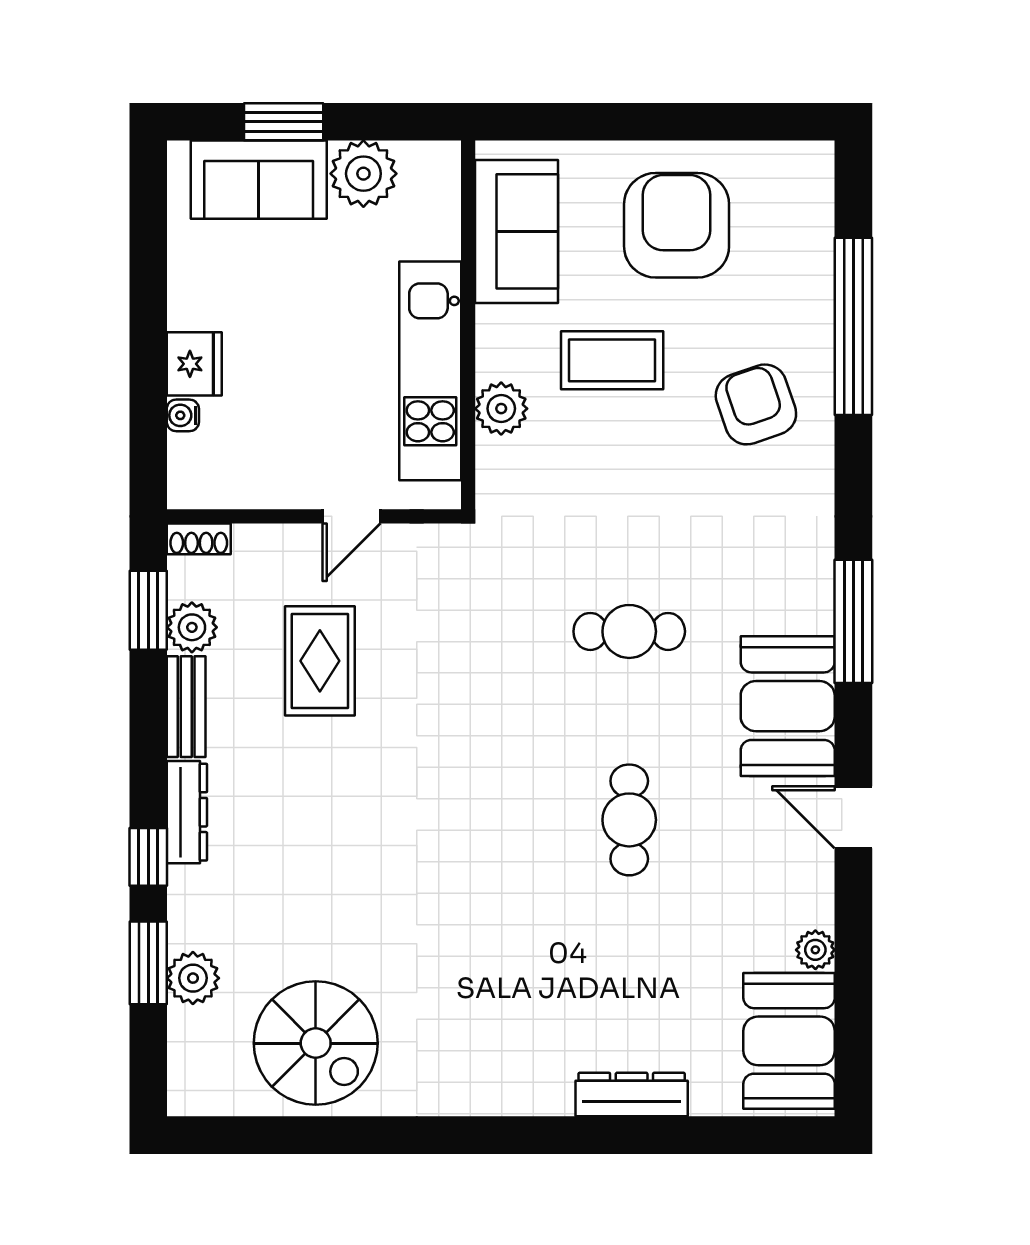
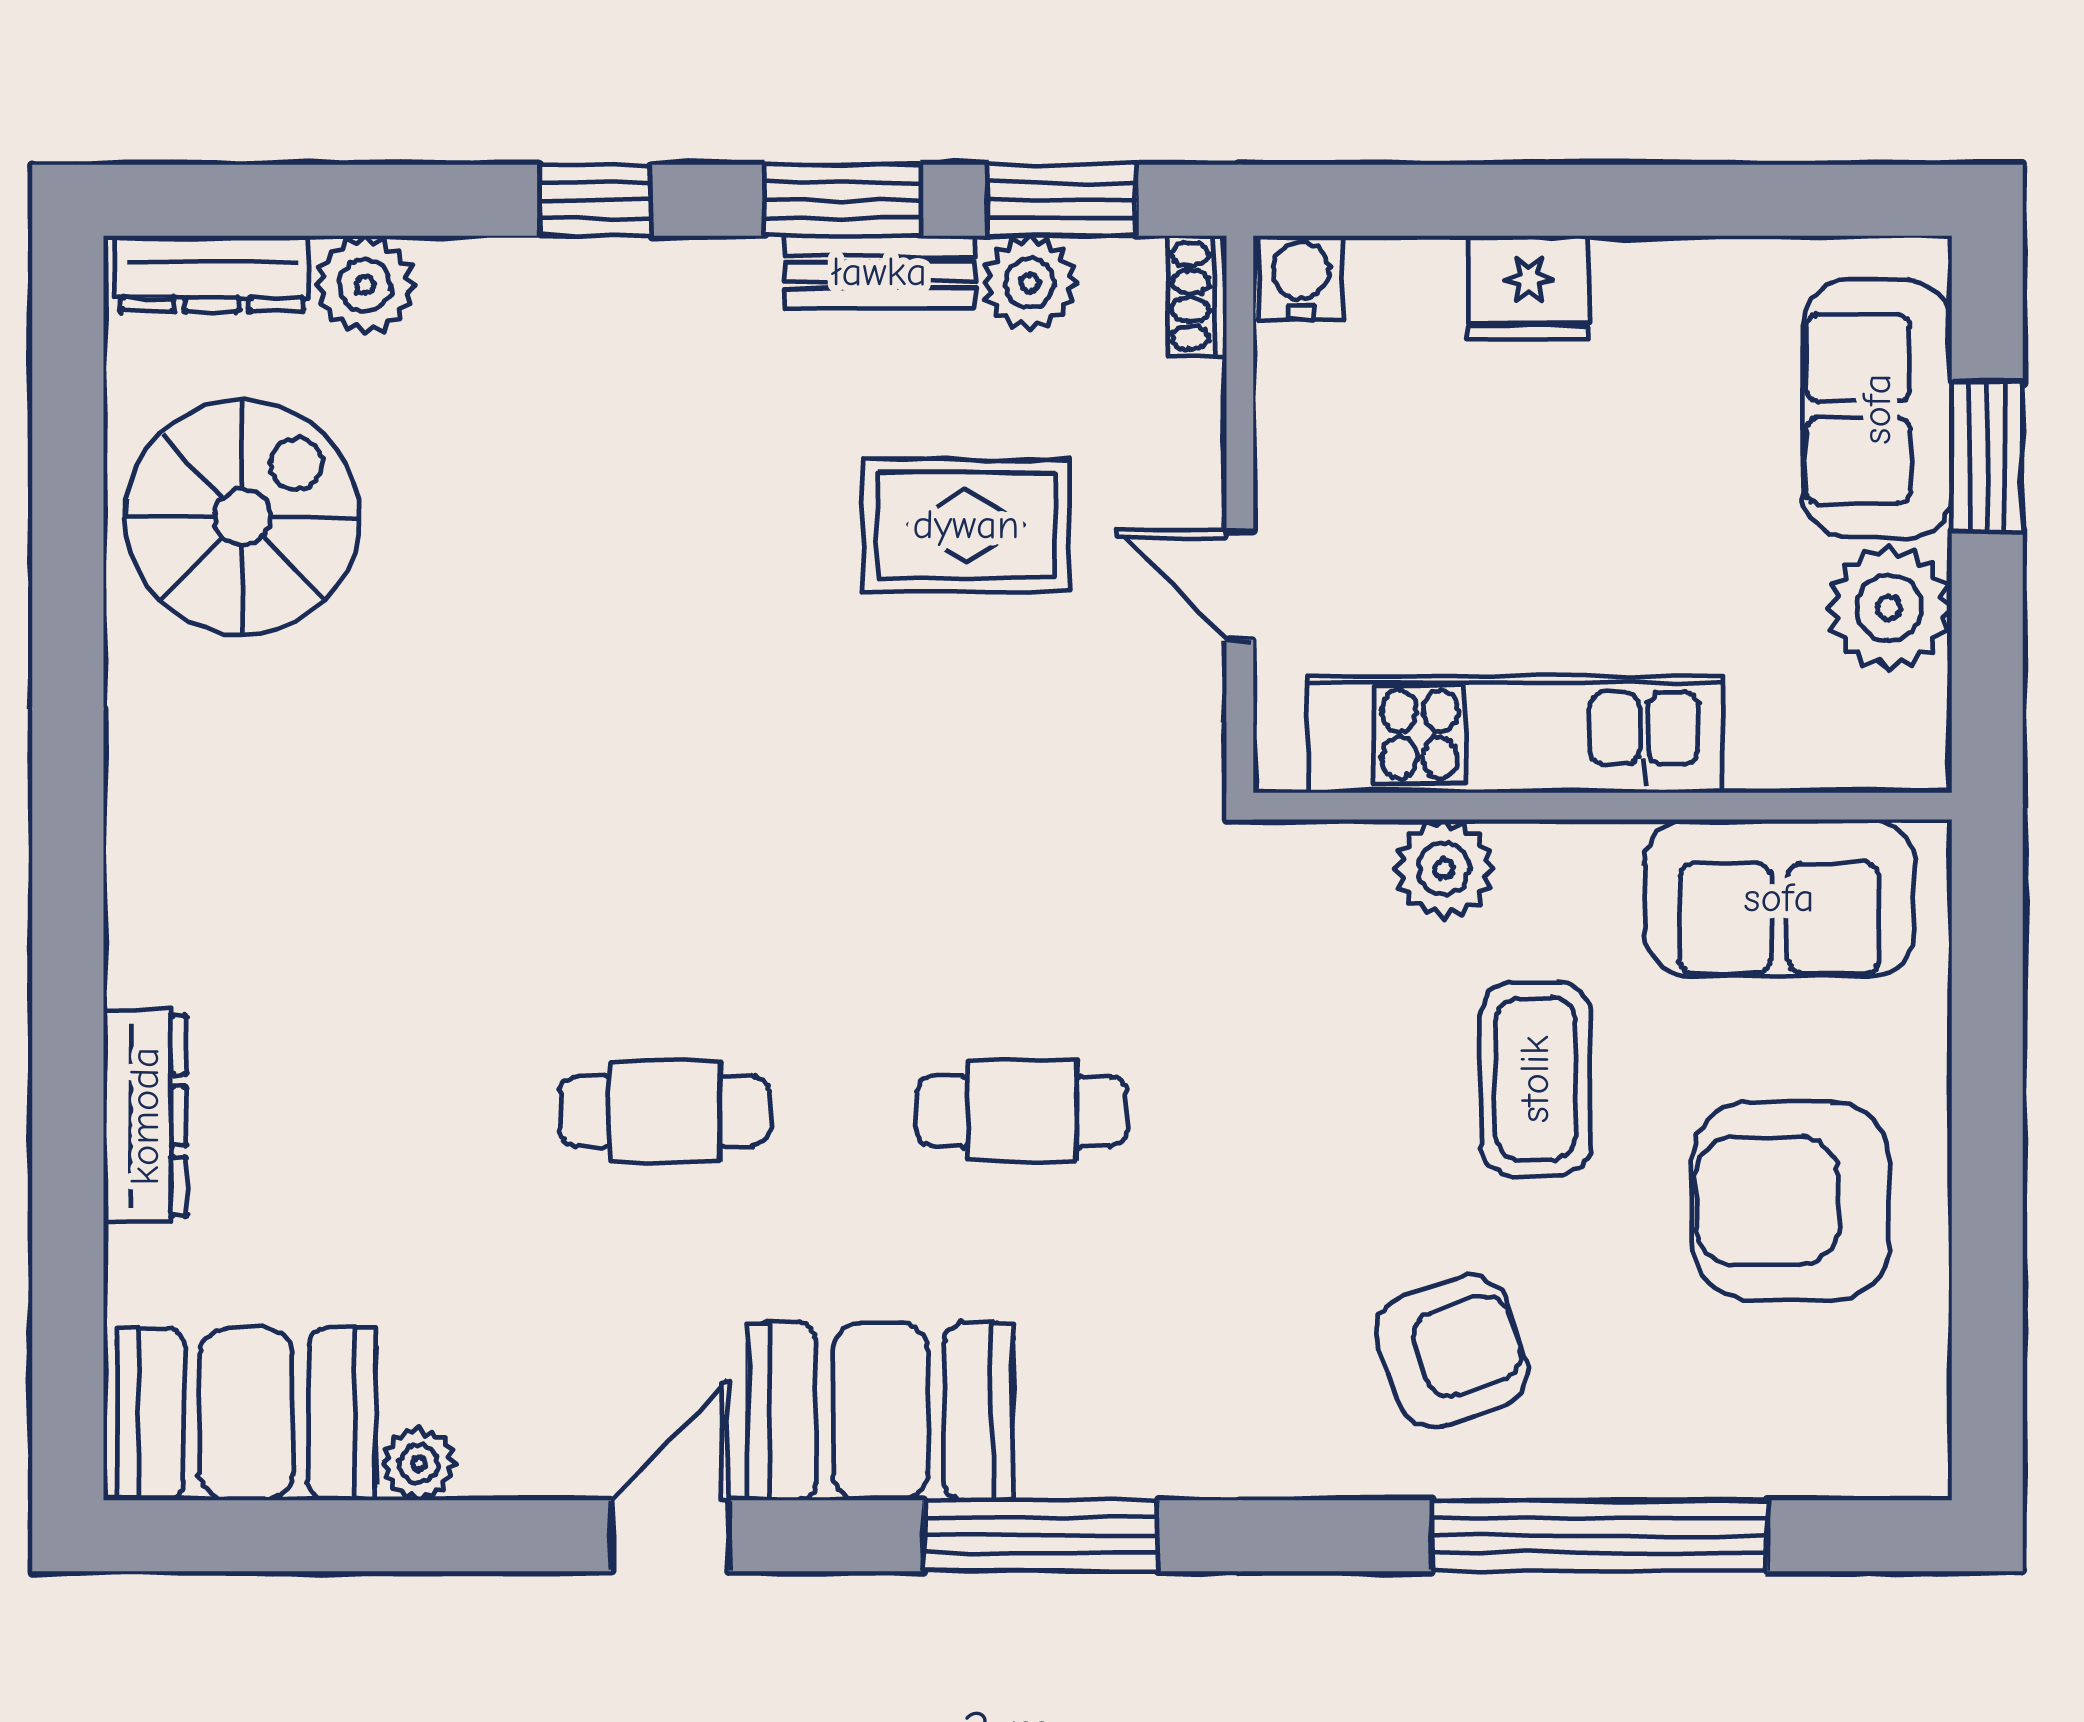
armchair: (677, 225) -> (1791, 1201), turned 180
water cooler: (183, 415) -> (1301, 277), moved, width x1.38, depth x1.38
cafe table: (629, 631) -> (1022, 1111), turned 90
dresser: (187, 812) -> (212, 274), moved
window: (148, 963) -> (842, 200), moved
spiral stairs: (316, 1043) -> (242, 517), turned 180

